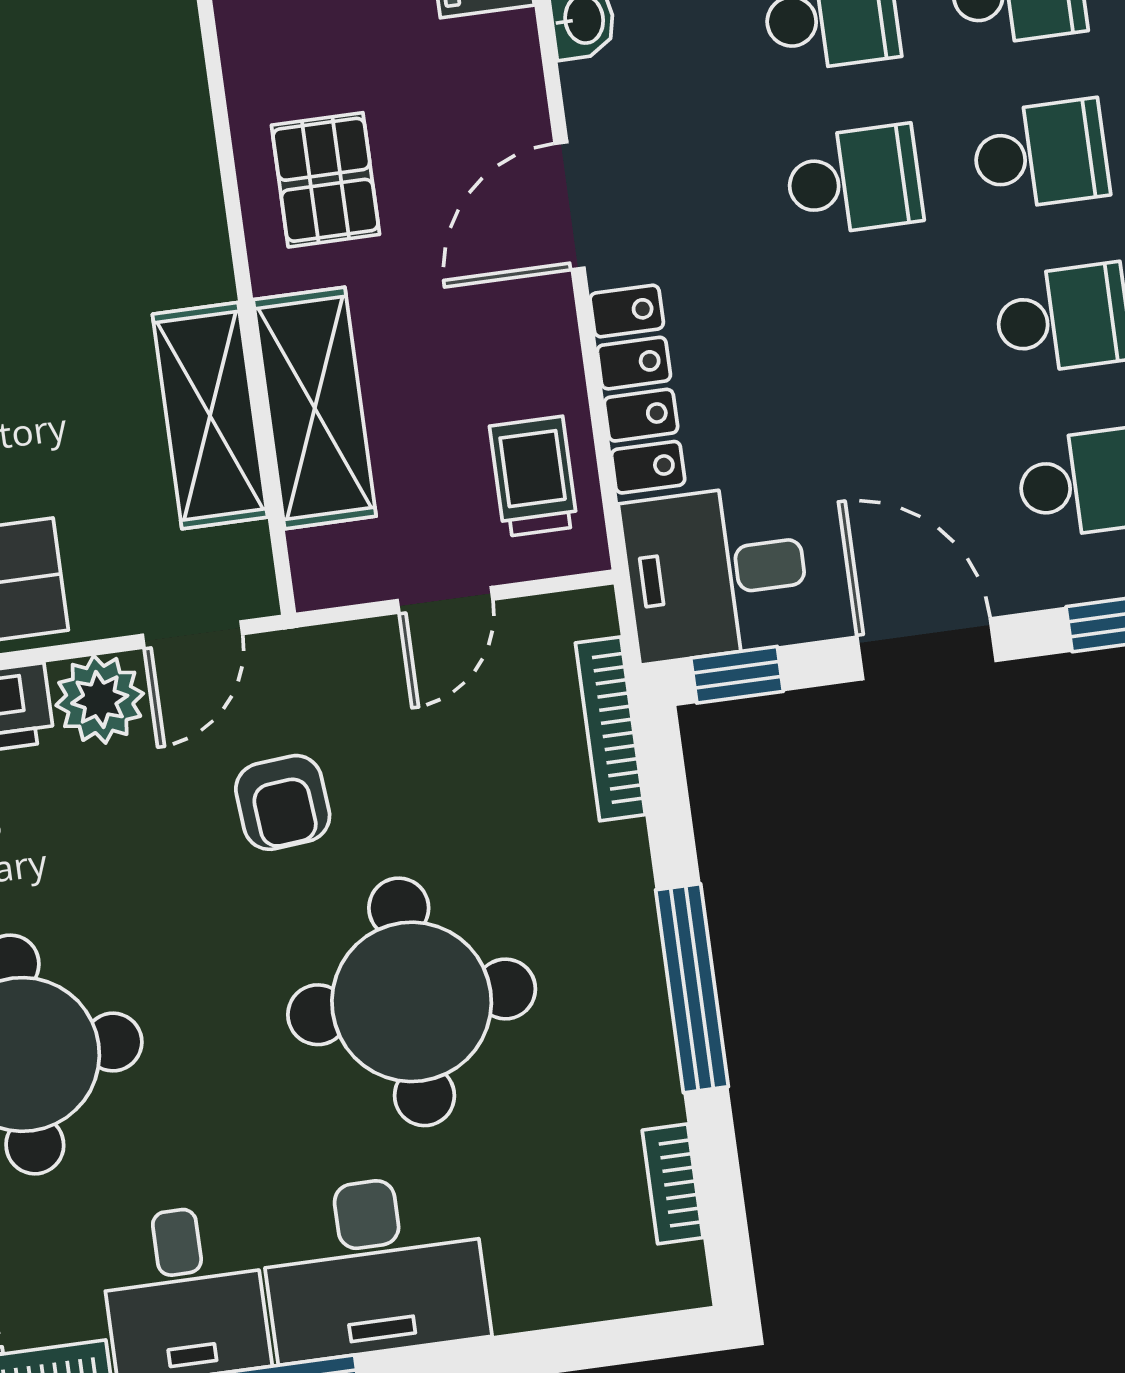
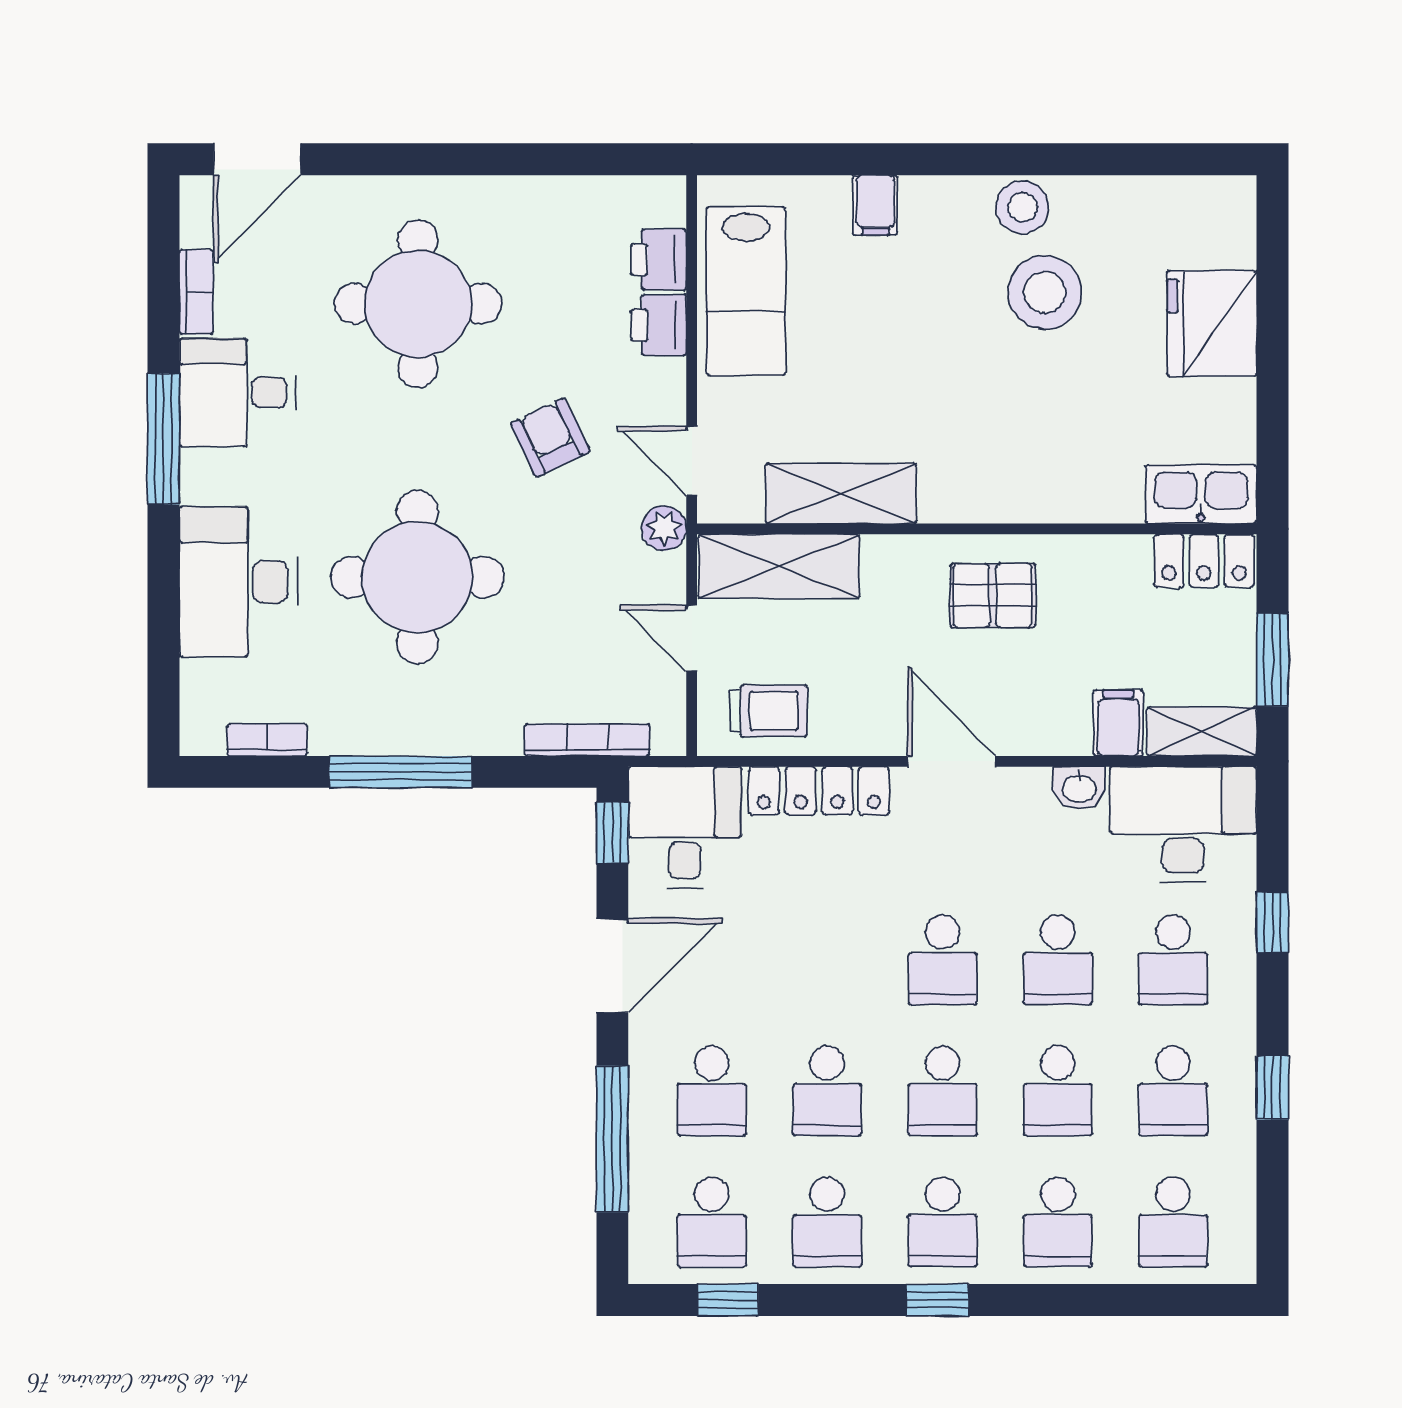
shelving: (315, 408) -> (779, 566), moved
plant: (100, 699) -> (664, 528), moved, width x0.73, depth x0.73
armchair: (283, 802) -> (550, 438), moved, turned 69
desk: (374, 1267) -> (238, 582), moved

